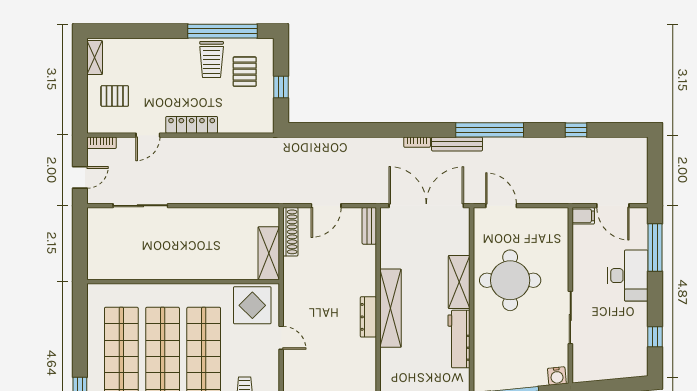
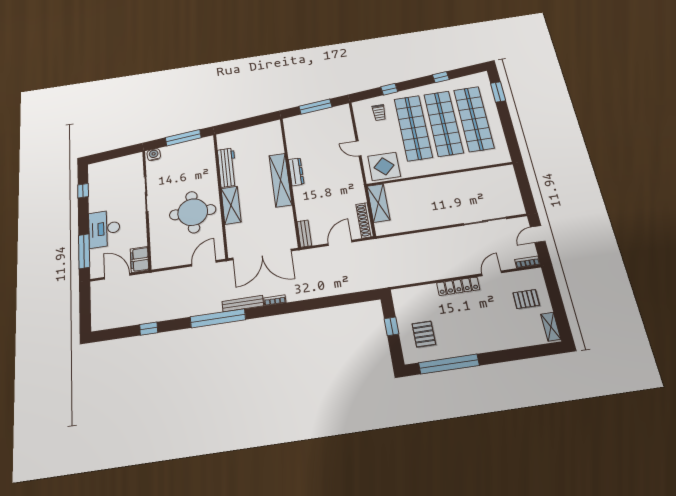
trolley: (212, 60) -> (453, 340), removed
door: (501, 206) -> (204, 263), swing flipped
filing cabinet: (583, 216) -> (140, 260), width x2.00

